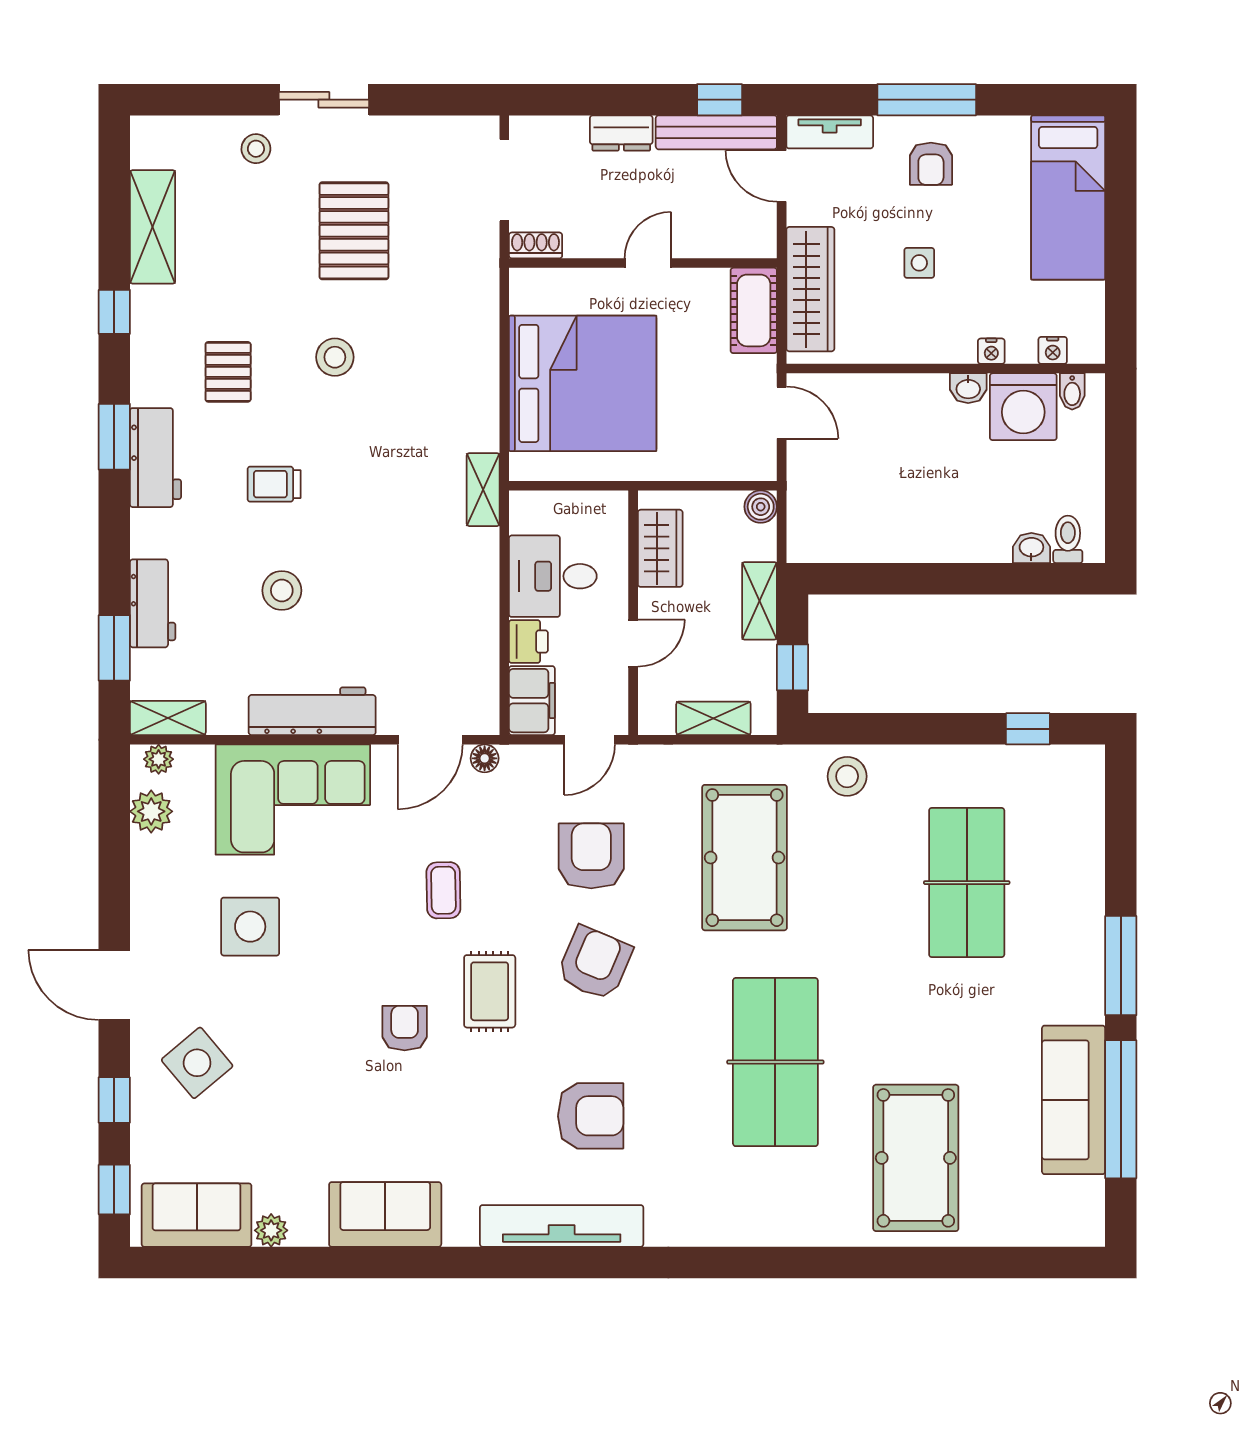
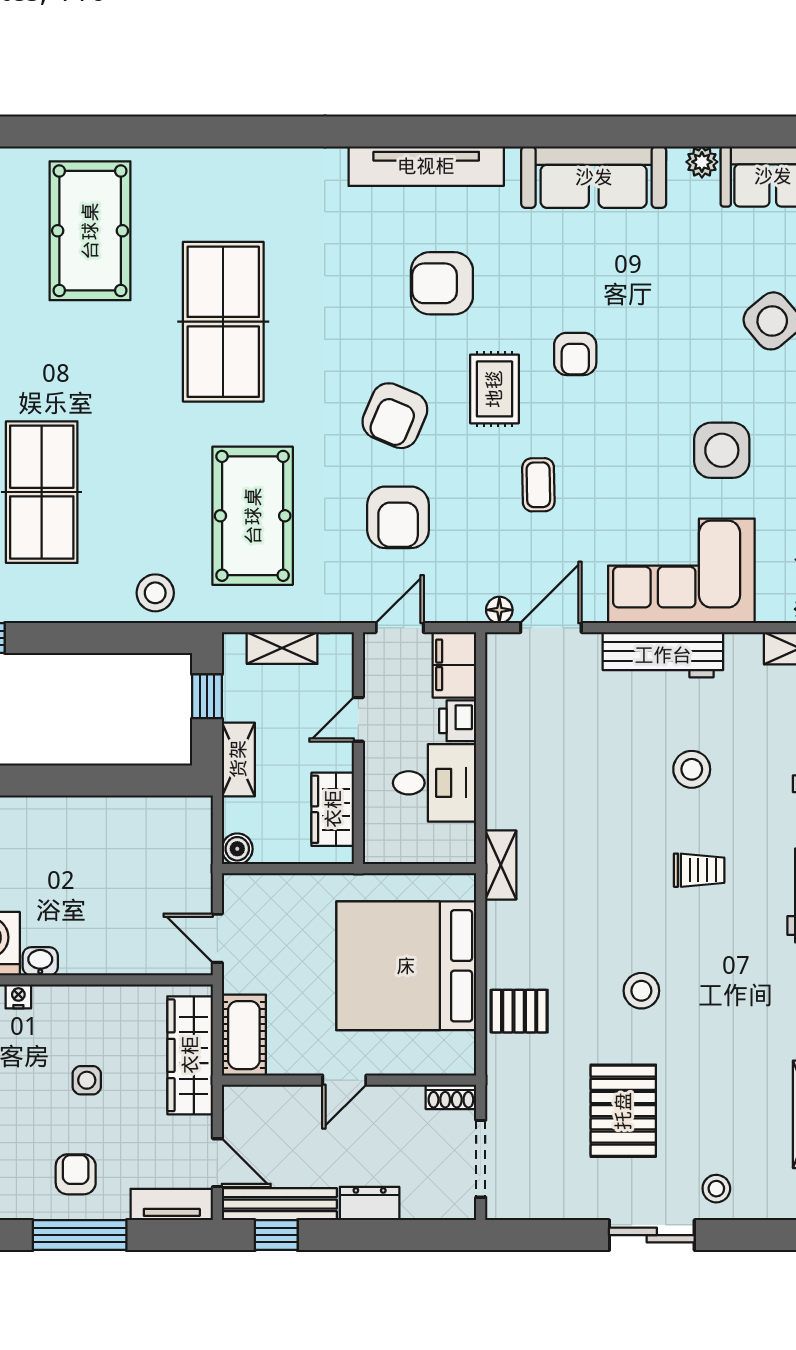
pallet: (228, 372) -> (519, 1011), moved, turned 90
armchair: (591, 1116) -> (442, 283), moved
sofa: (385, 1214) -> (594, 177), width x1.36

